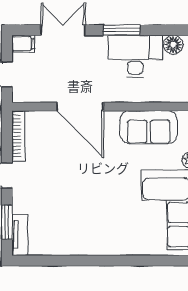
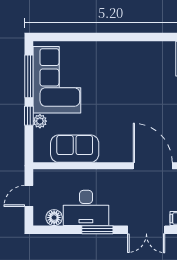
door: (80, 107) -> (153, 166), moved

